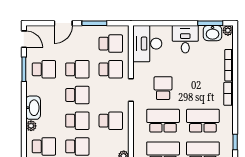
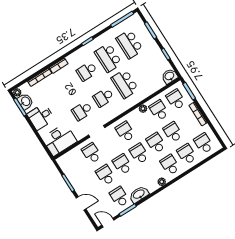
door: (24, 39) -> (108, 223), hinge flipped
school desk: (111, 44) -> (75, 164), removed
washbasin: (33, 108) -> (139, 194), moved
school desk: (163, 121) -> (103, 97), width x0.54
school desk: (203, 121) -> (87, 71), width x0.54

